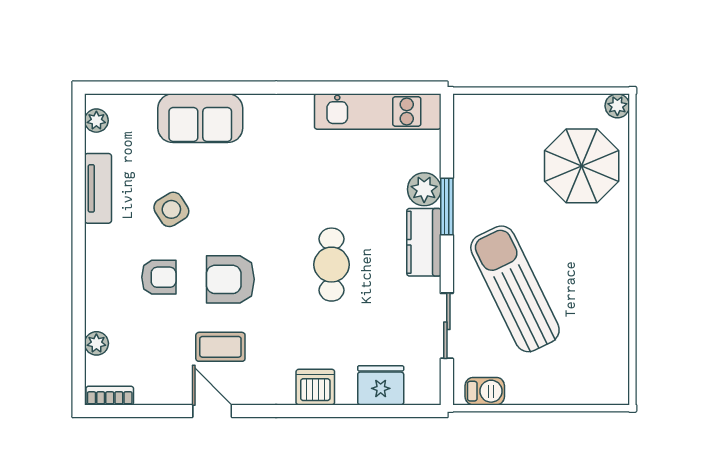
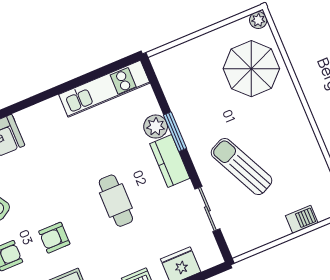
armchair: (230, 279) -> (54, 238), width x0.72, depth x0.72
sun lounger: (515, 289) -> (241, 167), width x0.73, depth x0.75
barbecue: (485, 391) -> (302, 219), moved

